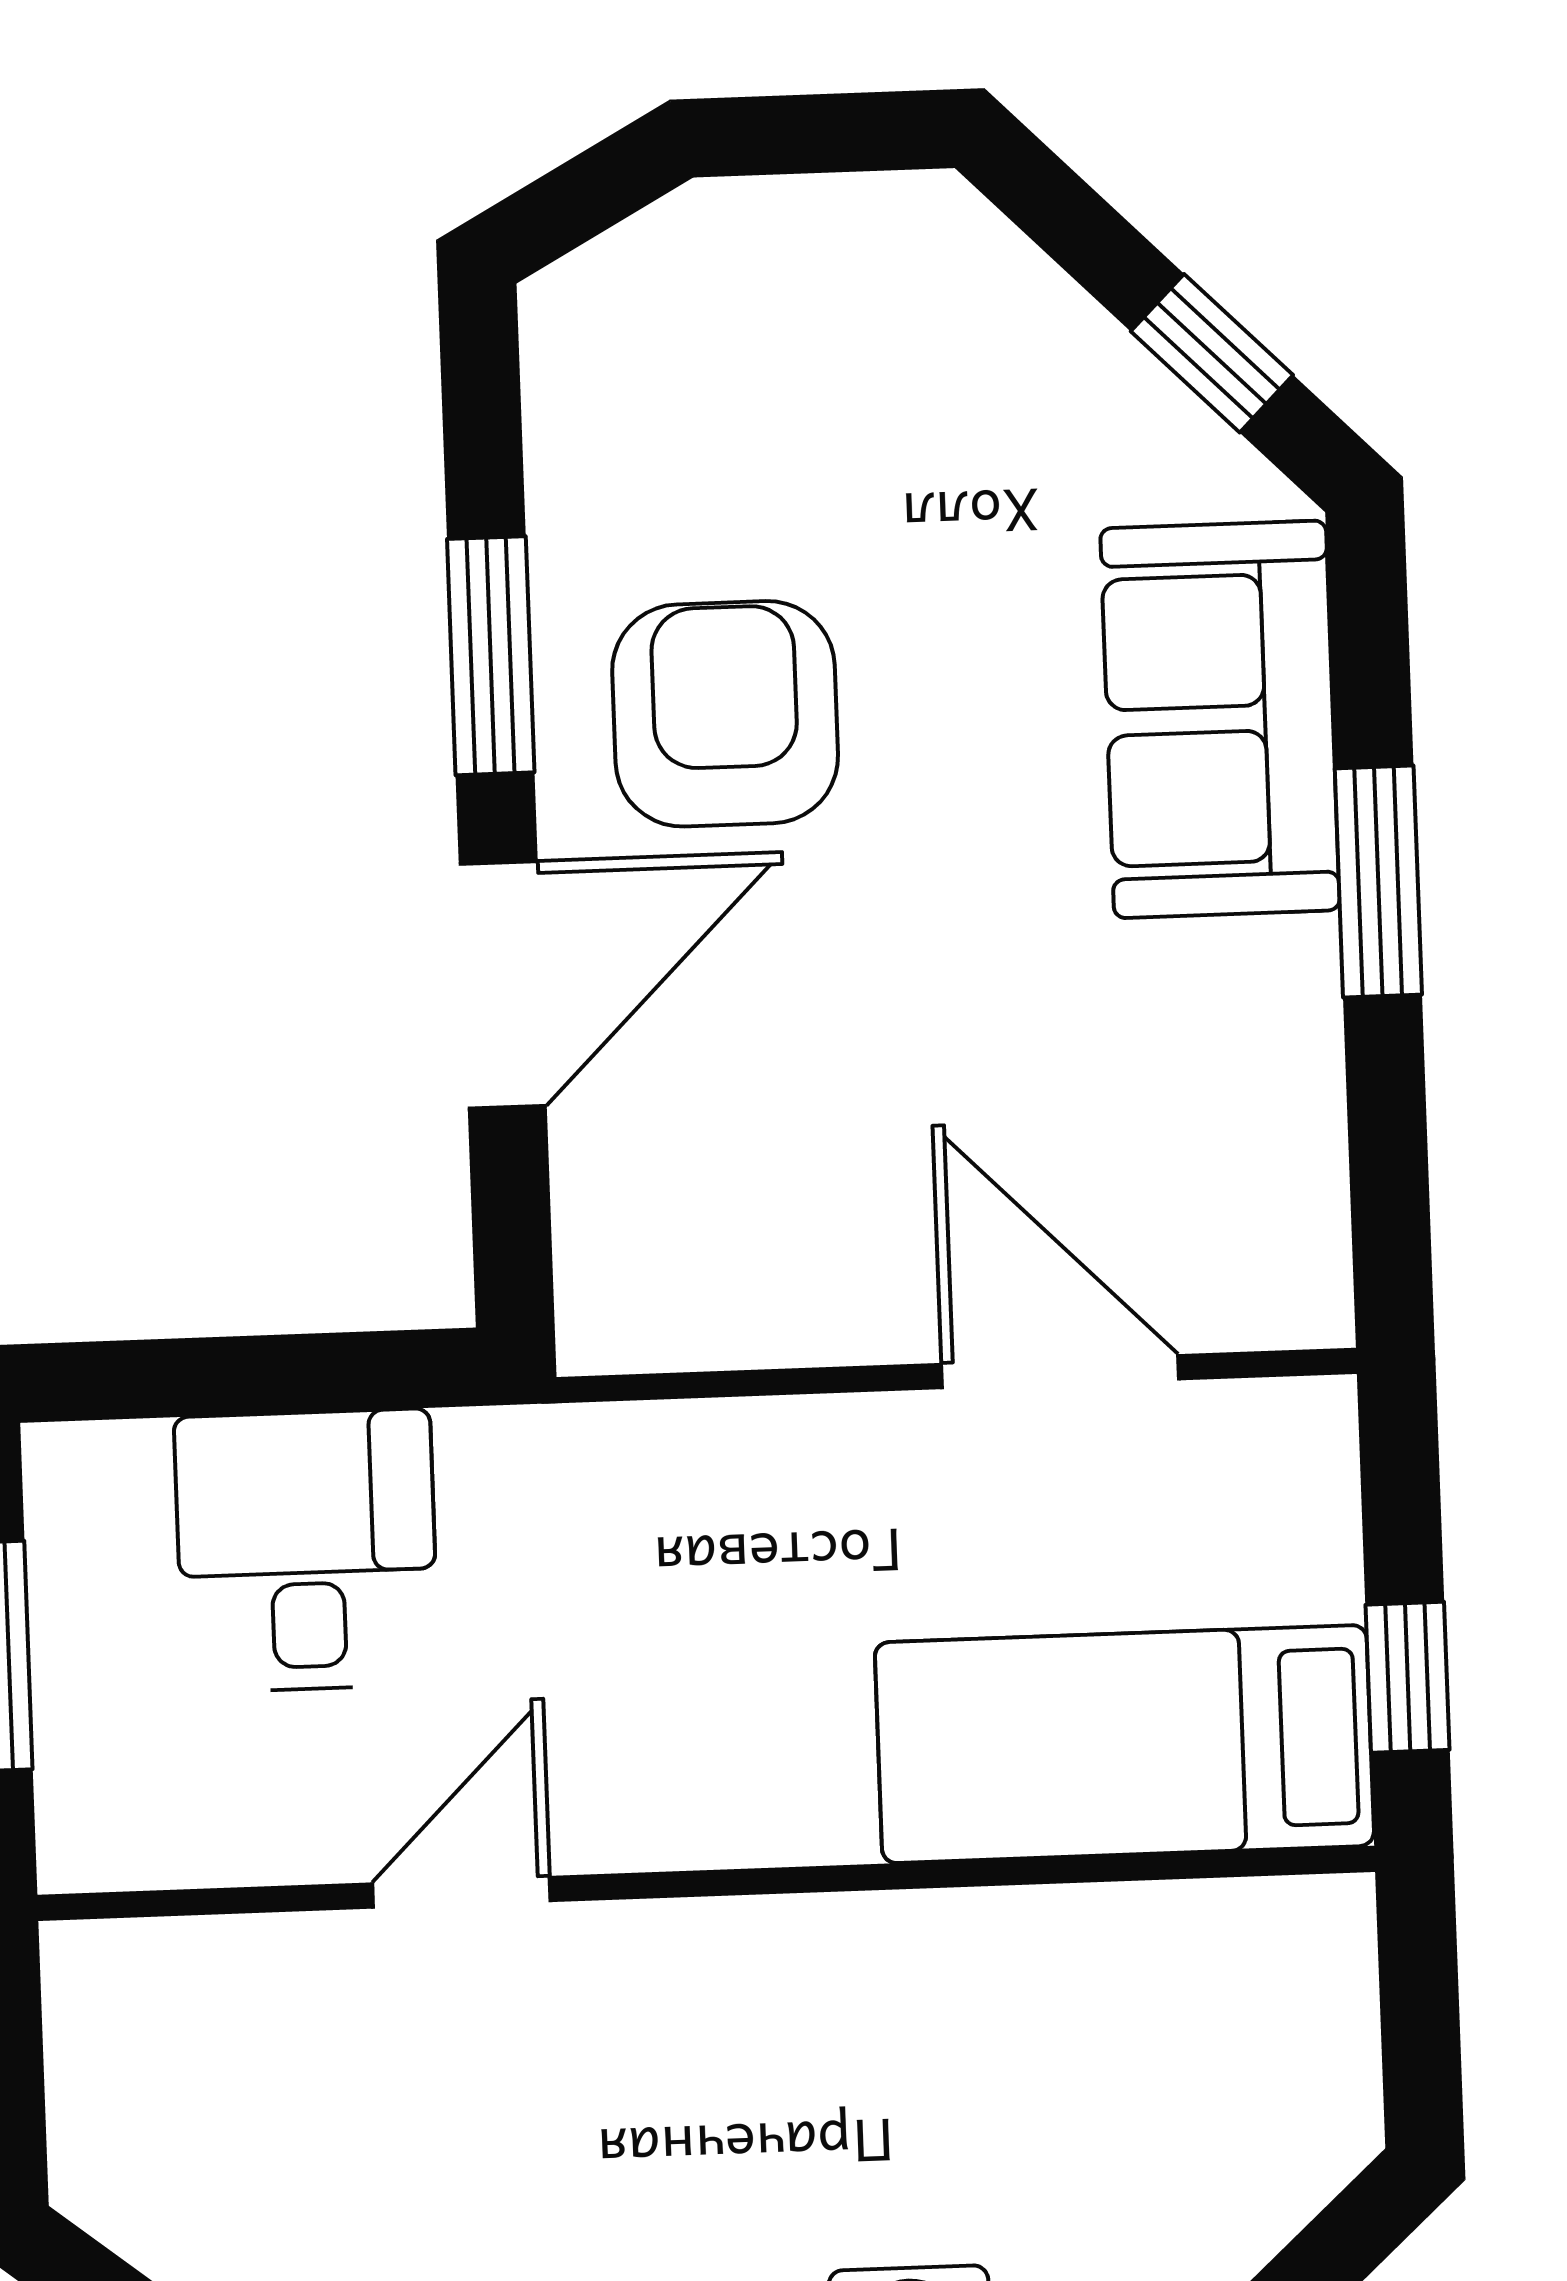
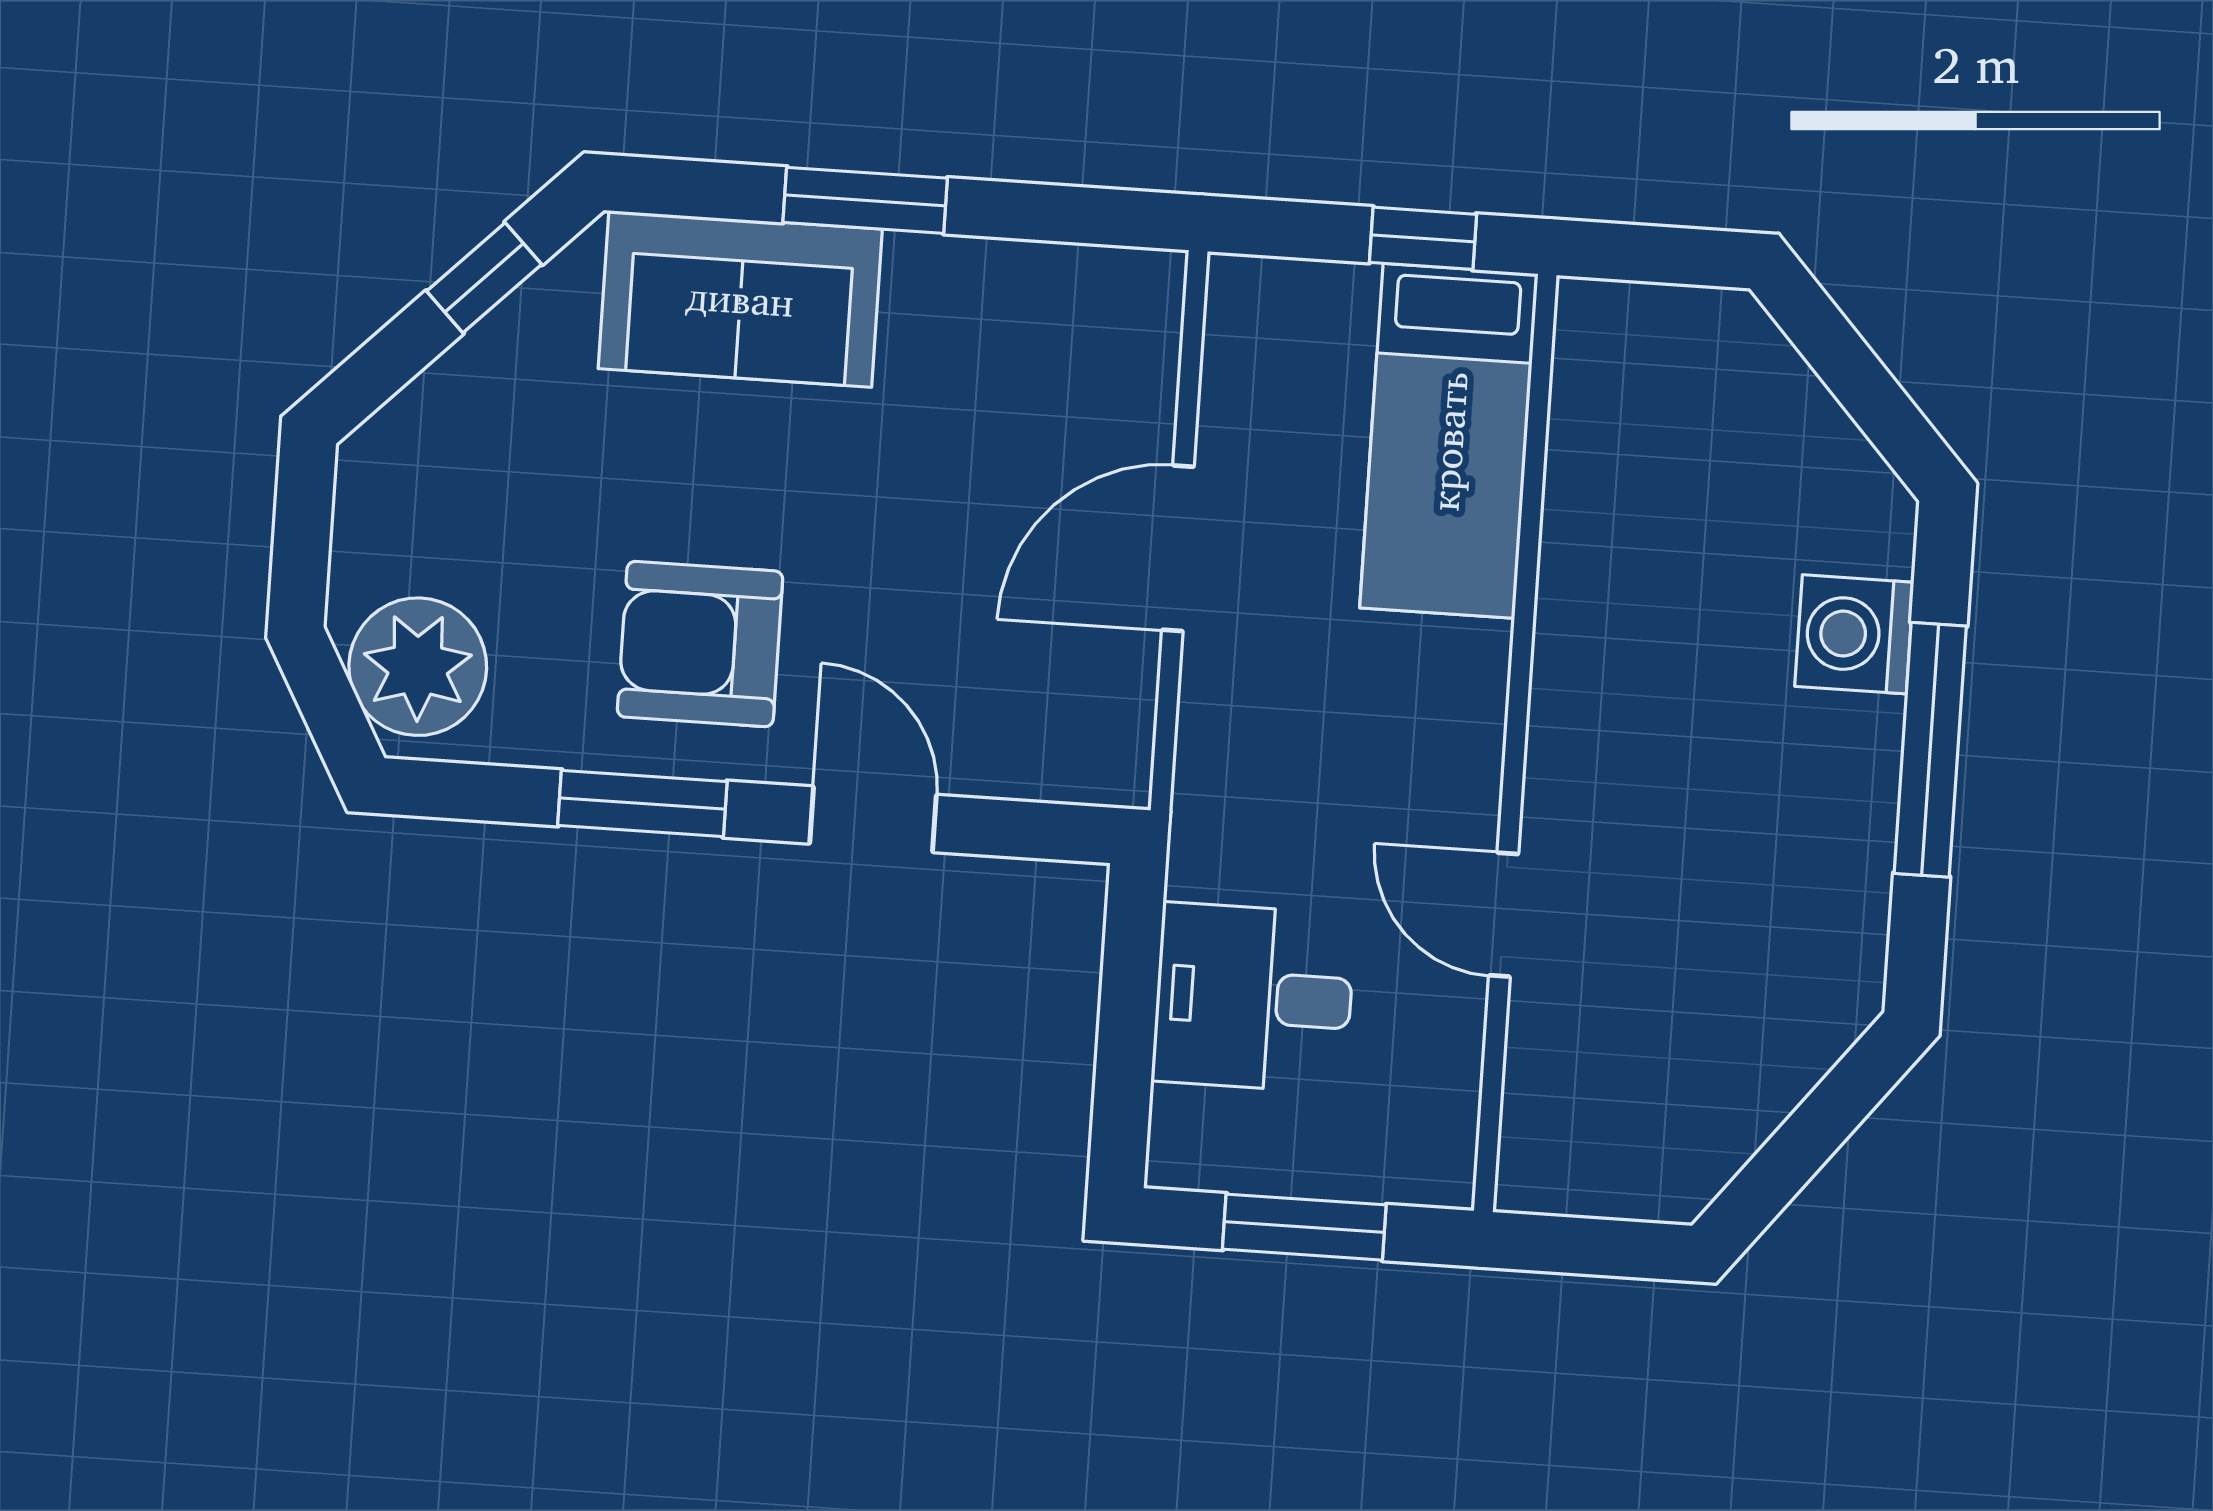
plant: (651, 317) -> (418, 667), added
door: (503, 985) -> (873, 819), width x0.73
door: (1060, 1372) -> (1178, 548), moved

